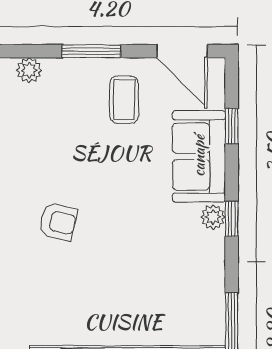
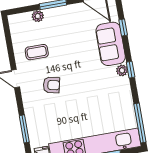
plant: (29, 70) -> (38, 16), moved
coffee table: (124, 100) -> (37, 52), moved, turned 90

